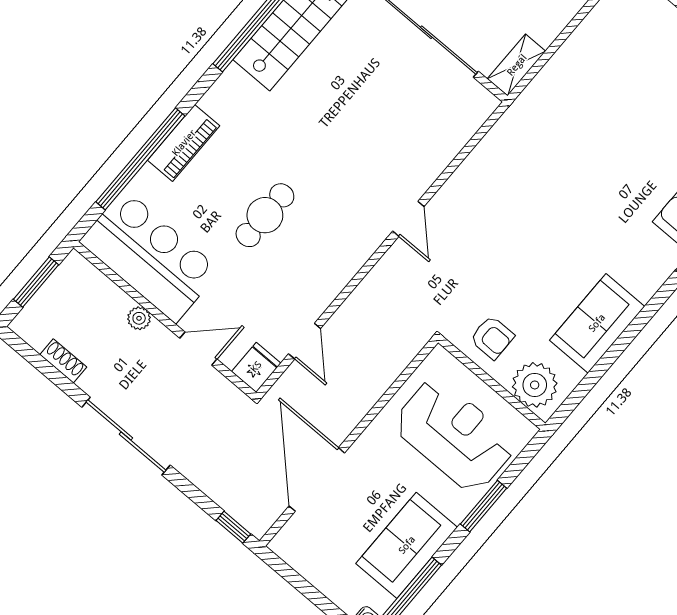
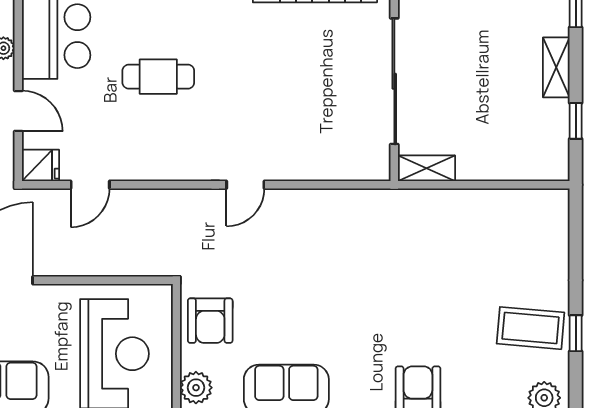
armchair: (492, 337) -> (210, 321), width x1.38, depth x1.38
plant: (535, 385) -> (196, 388), width x0.73, depth x0.73

